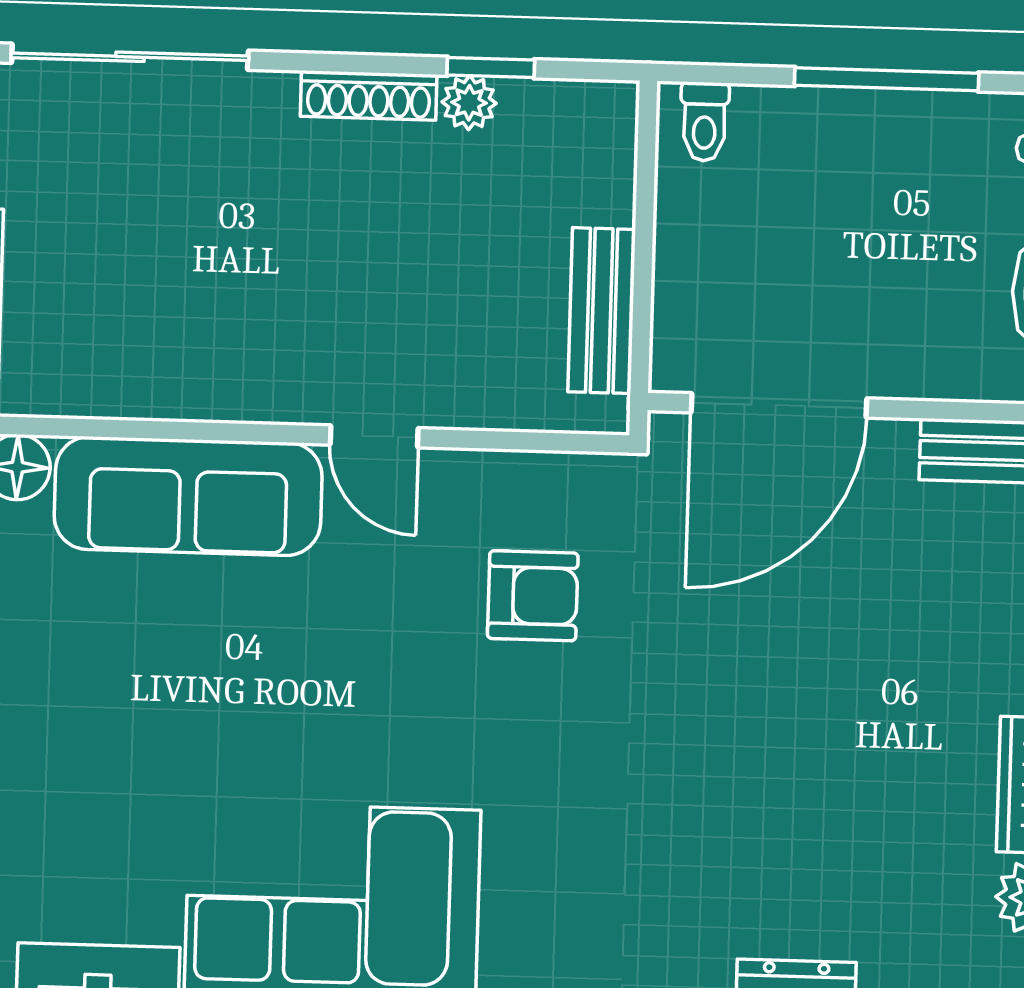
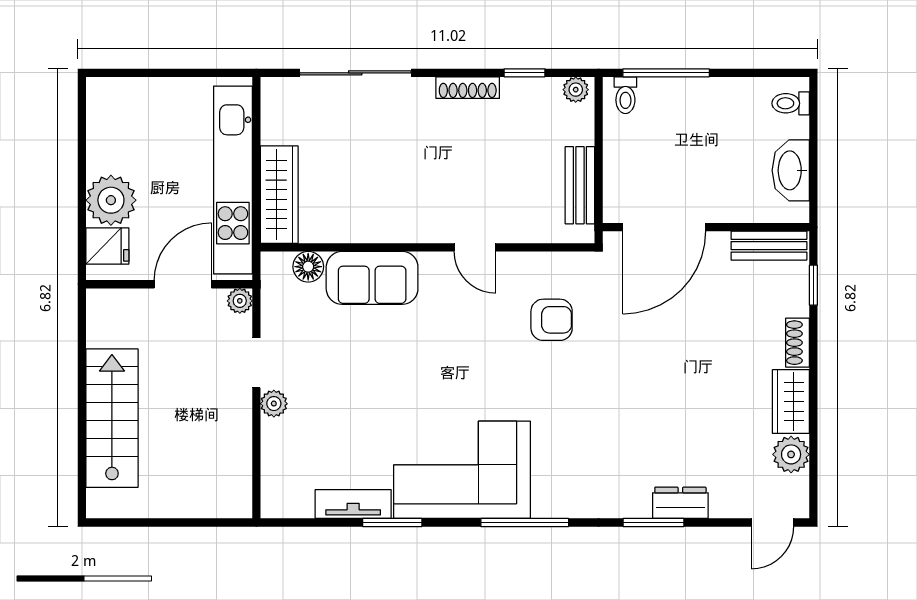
window: (887, 79) -> (666, 73), moved
plant: (469, 103) -> (576, 90), moved
sofa: (188, 496) -> (372, 278), width x0.73

